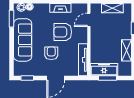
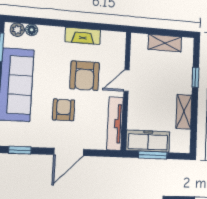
door: (89, 20) -> (126, 81), moved
armchair: (63, 32) -> (85, 76), turned -90

